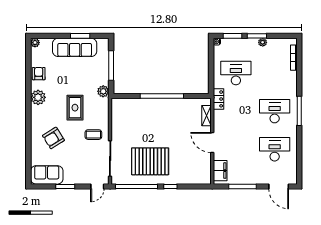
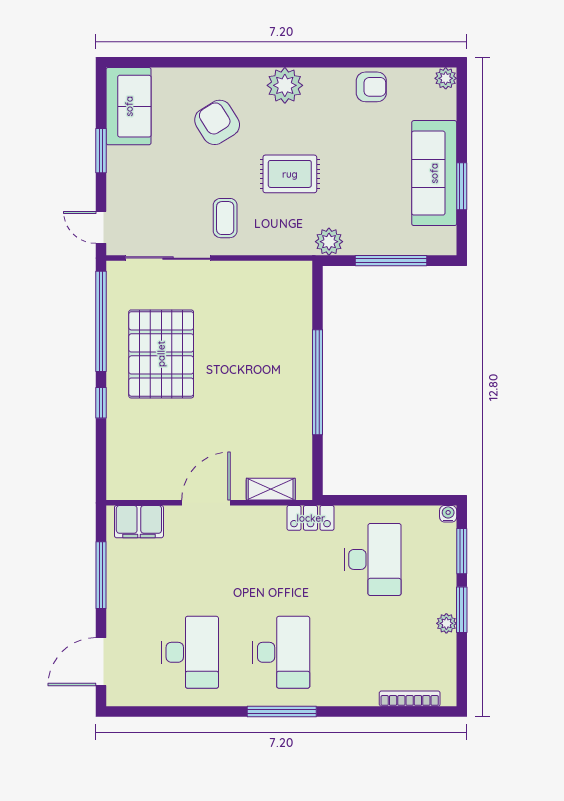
plant: (38, 97) -> (285, 85), moved

